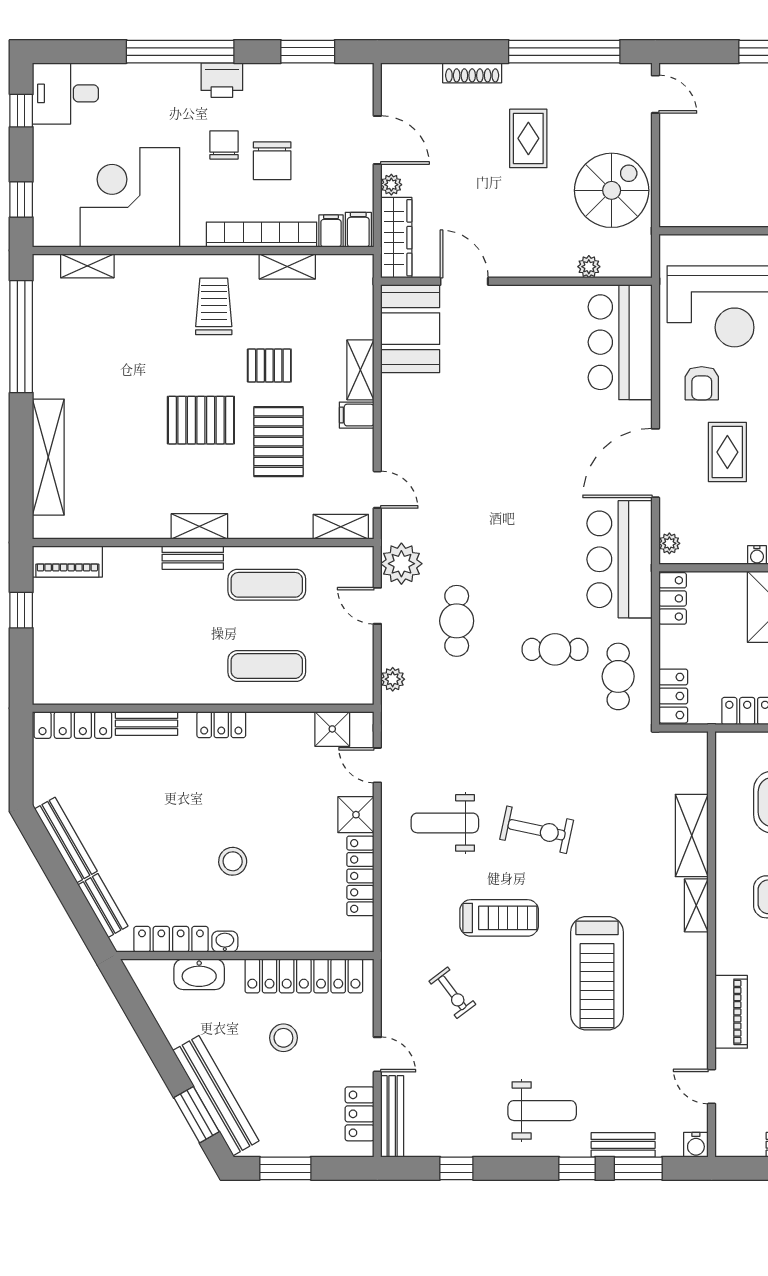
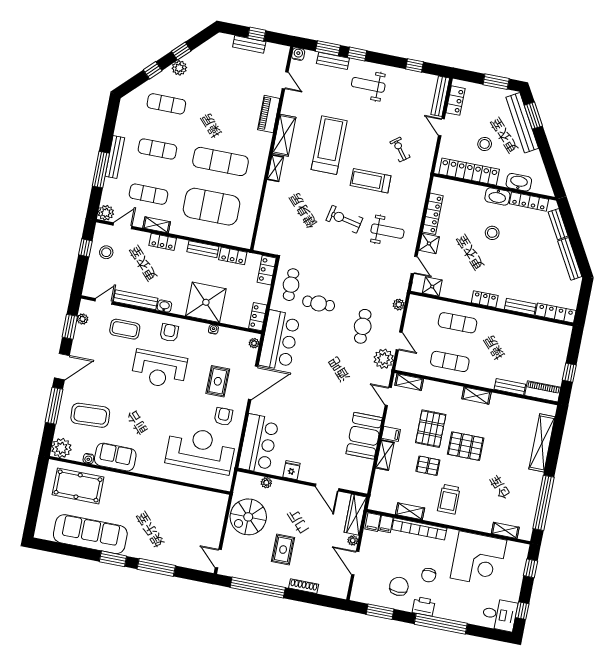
chair: (272, 161) -> (399, 586), moved
fridge: (543, 302) -> (291, 470), added
booth: (410, 329) -> (364, 436), moved
bench: (193, 558) -> (510, 387), moved
shelving: (692, 835) -> (284, 135), moved
washbasin: (225, 942) -> (497, 196), width x1.91, depth x1.45

